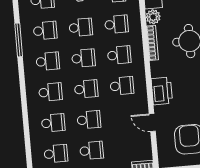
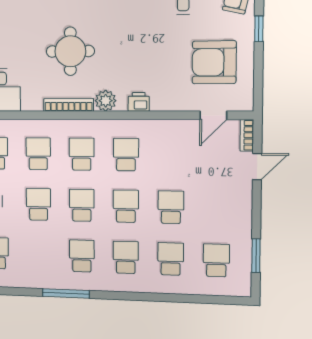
plant: (153, 17) -> (106, 101), moved
school desk: (45, 31) -> (39, 255), removed
window: (19, 40) -> (66, 293), moved
printer: (162, 91) -> (139, 102), width x0.53, depth x0.68
door: (152, 123) -> (213, 115), moved
school desk: (92, 150) -> (217, 208), removed

